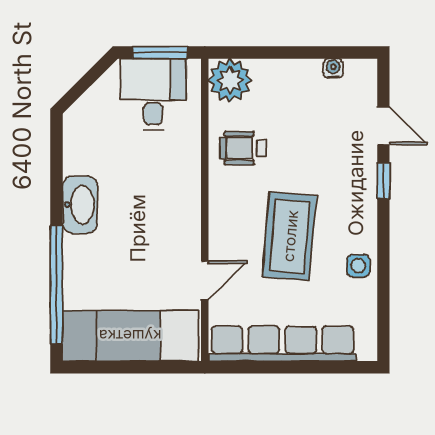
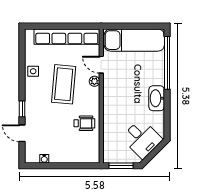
plant: (230, 80) -> (94, 81), moved, width x0.53, depth x0.53
desk: (153, 94) -> (142, 139), moved, turned -45
door: (205, 280) -> (101, 65), hinge flipped

